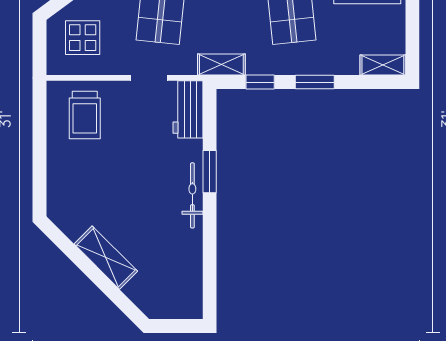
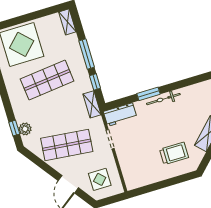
window: (315, 82) -> (87, 54), width x1.44
trolley: (85, 115) -> (174, 153), moved

